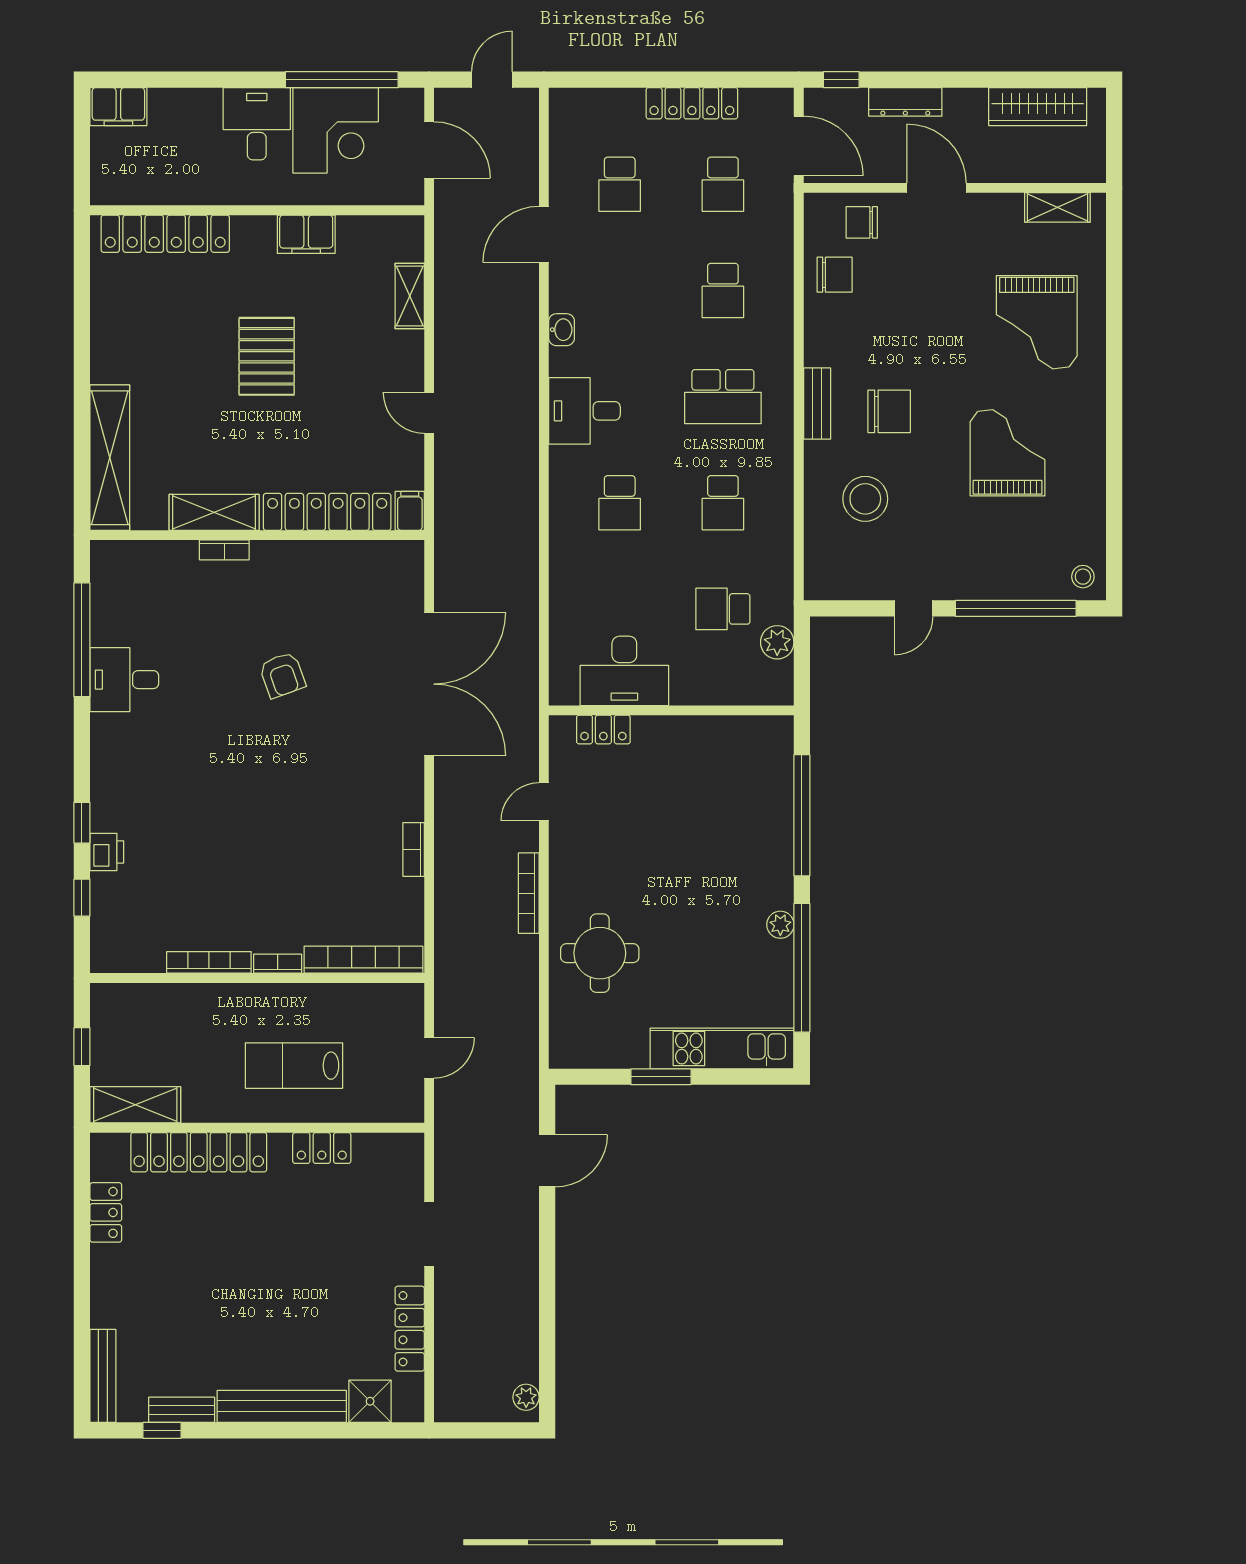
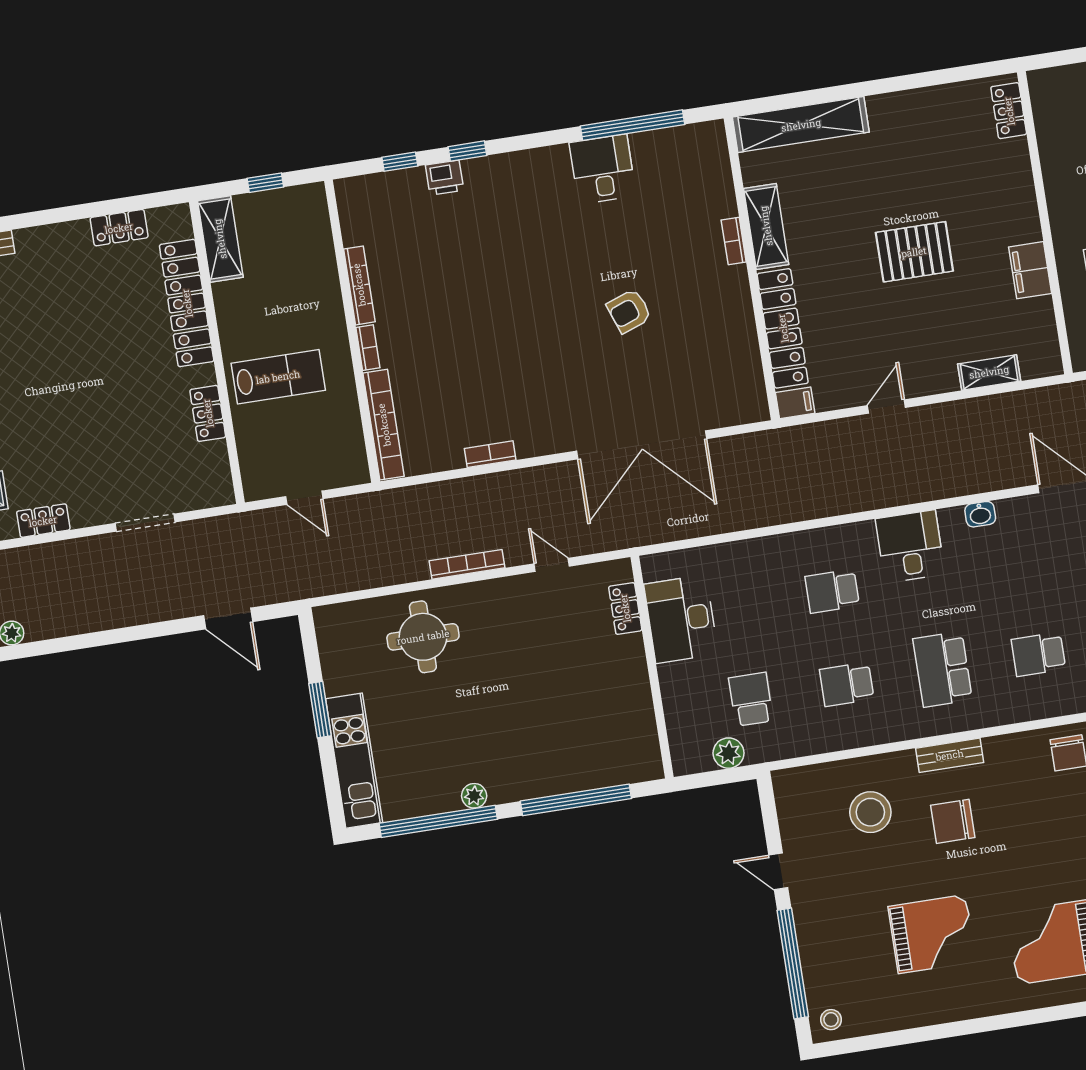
locker: (165, 234) -> (1009, 111), width x0.46, depth x0.83
chair: (889, 411) -> (953, 821), turned 90
lab bench: (294, 1066) -> (278, 377), turned 90
locker: (410, 1329) -> (43, 521), width x0.66

